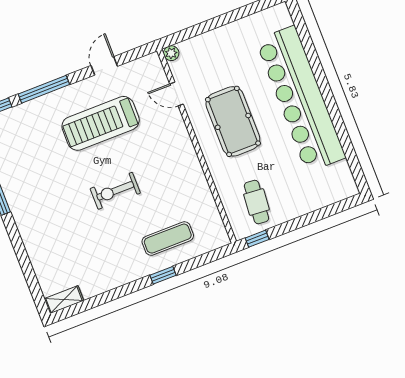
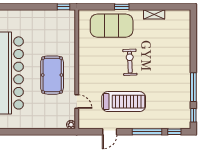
exercise bike: (115, 191) -> (130, 62), turned -92
cafe table: (256, 202) -> (56, 27), removed
exercise mat: (168, 239) -> (112, 26), width x2.00, depth x1.45
shelving: (64, 300) -> (154, 14), moved

